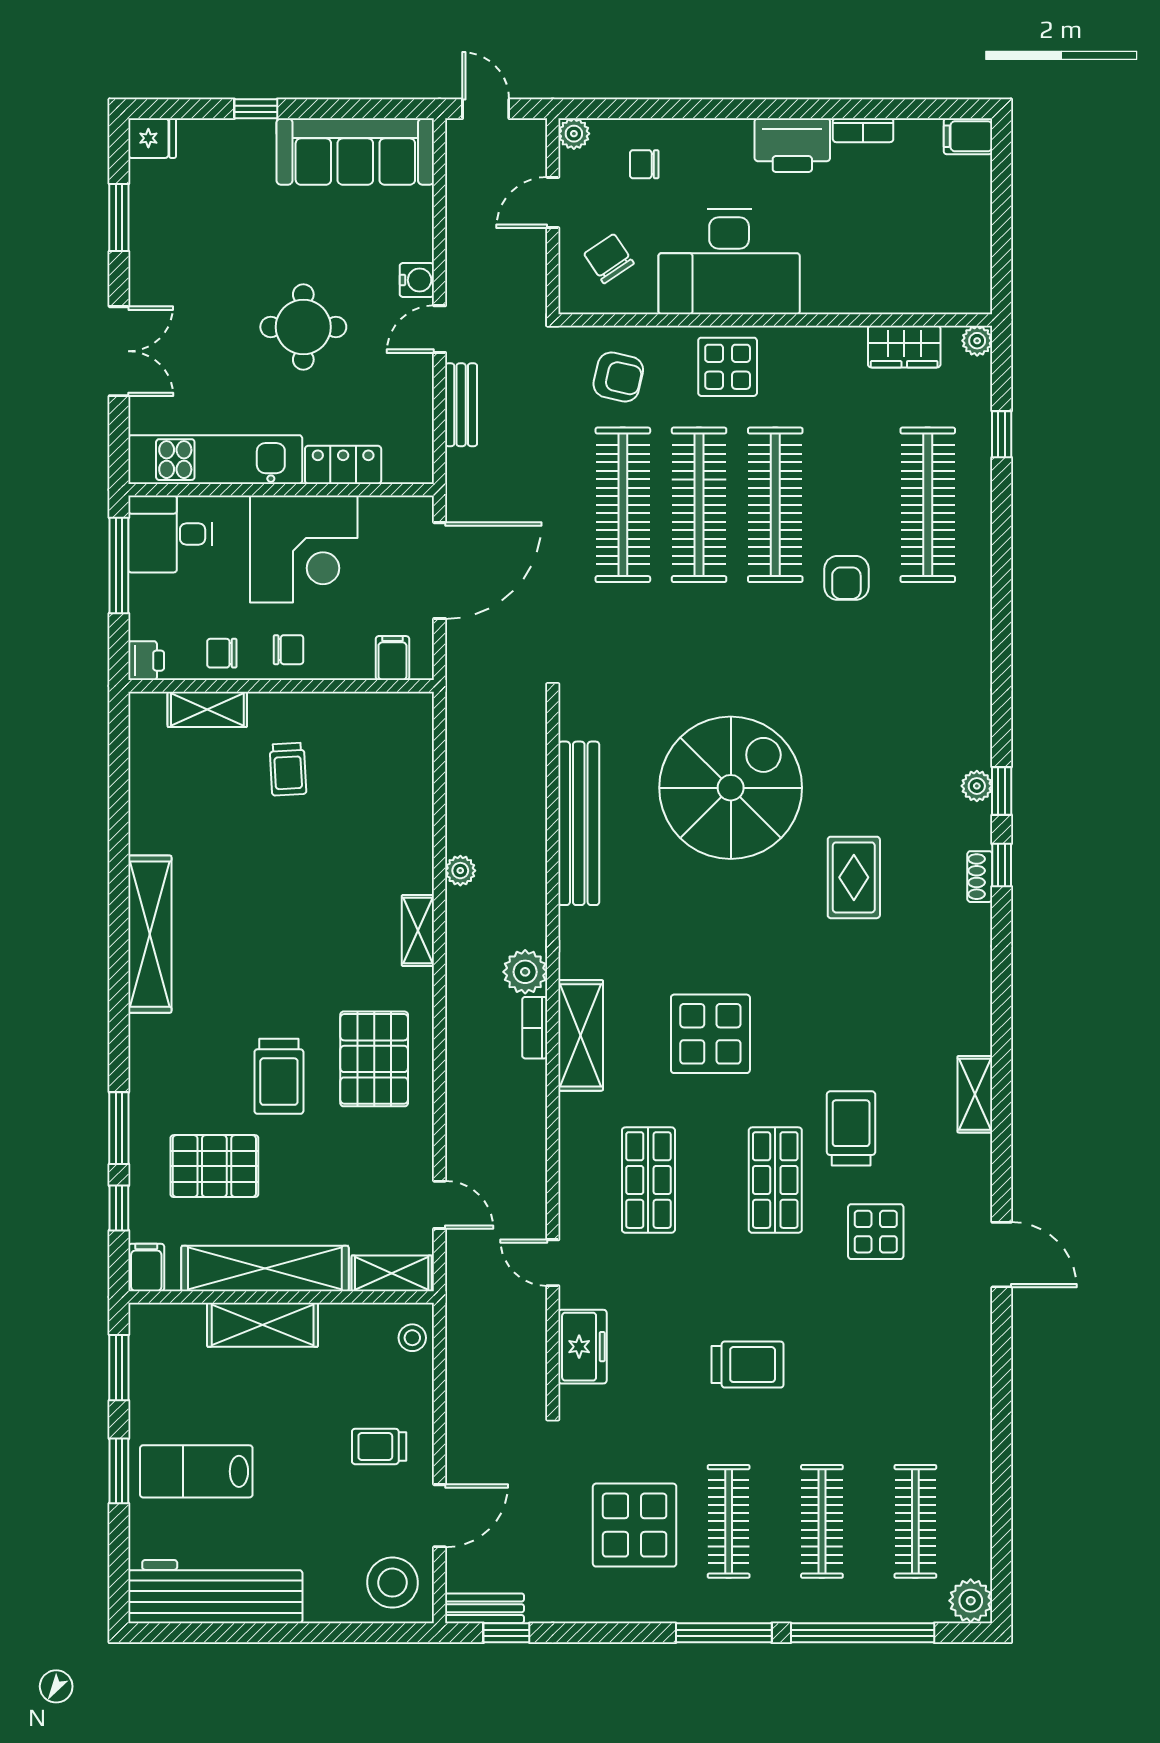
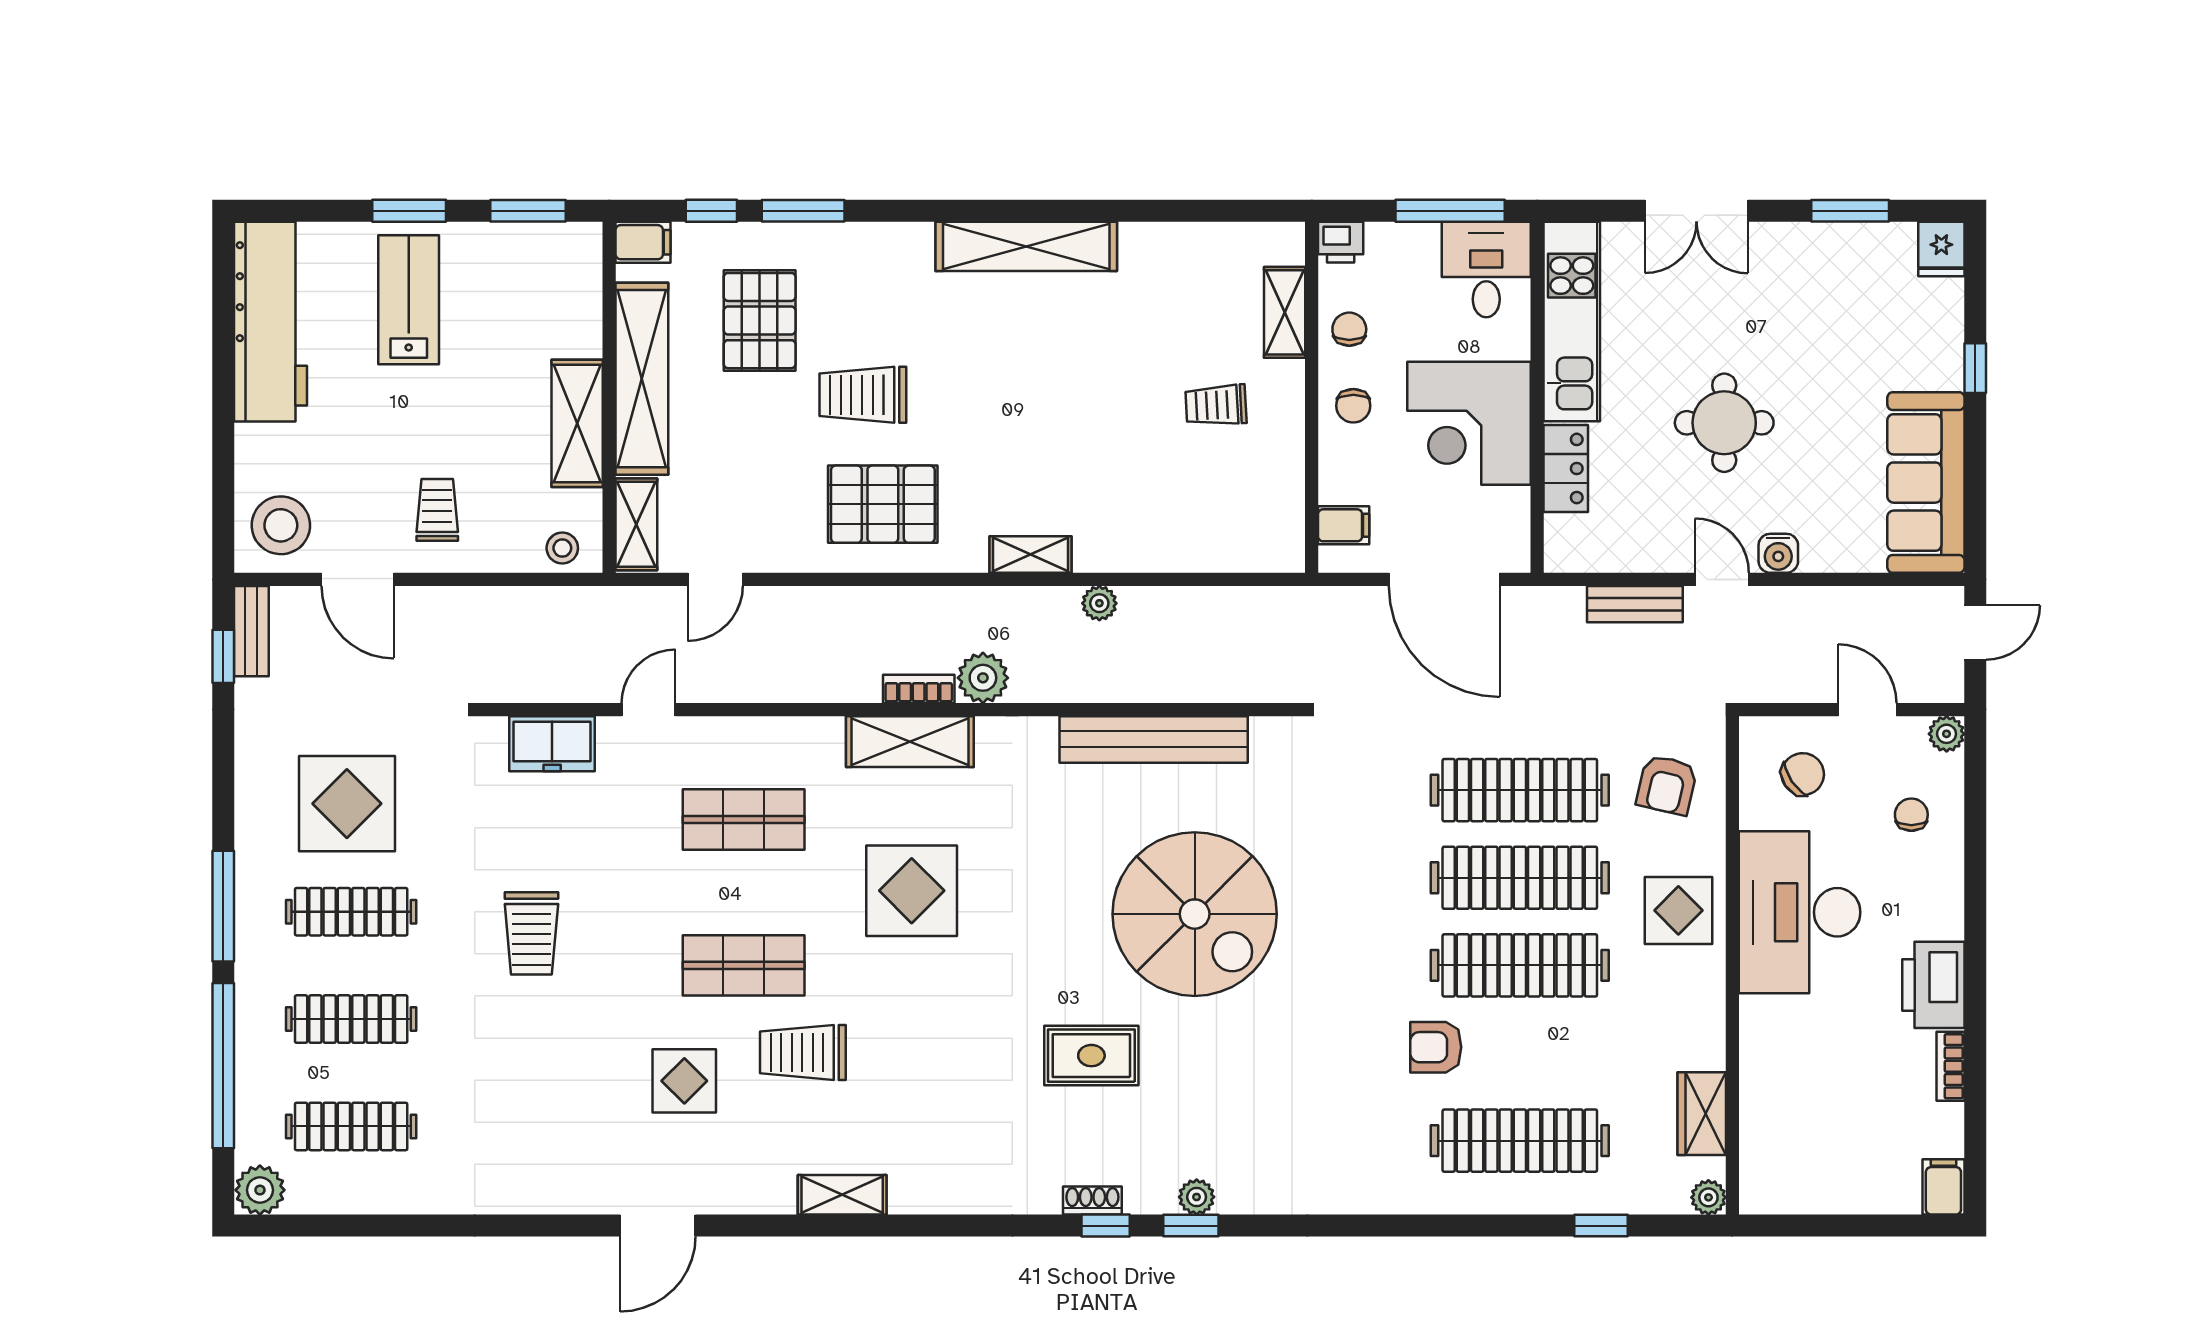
trolley: (851, 1128) -> (803, 1052), turned 180
shelving: (263, 1325) -> (577, 423), moved

